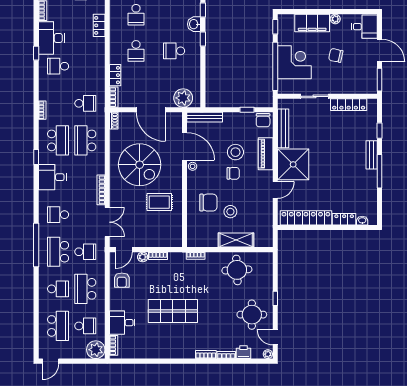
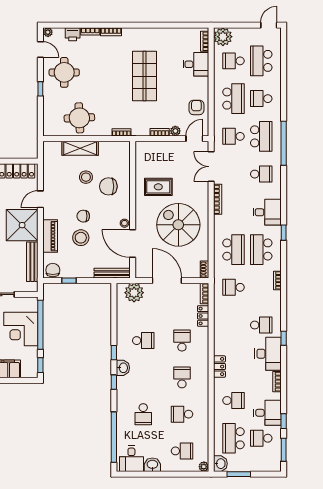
shop shelf: (173, 311) -> (144, 76), turned 90

